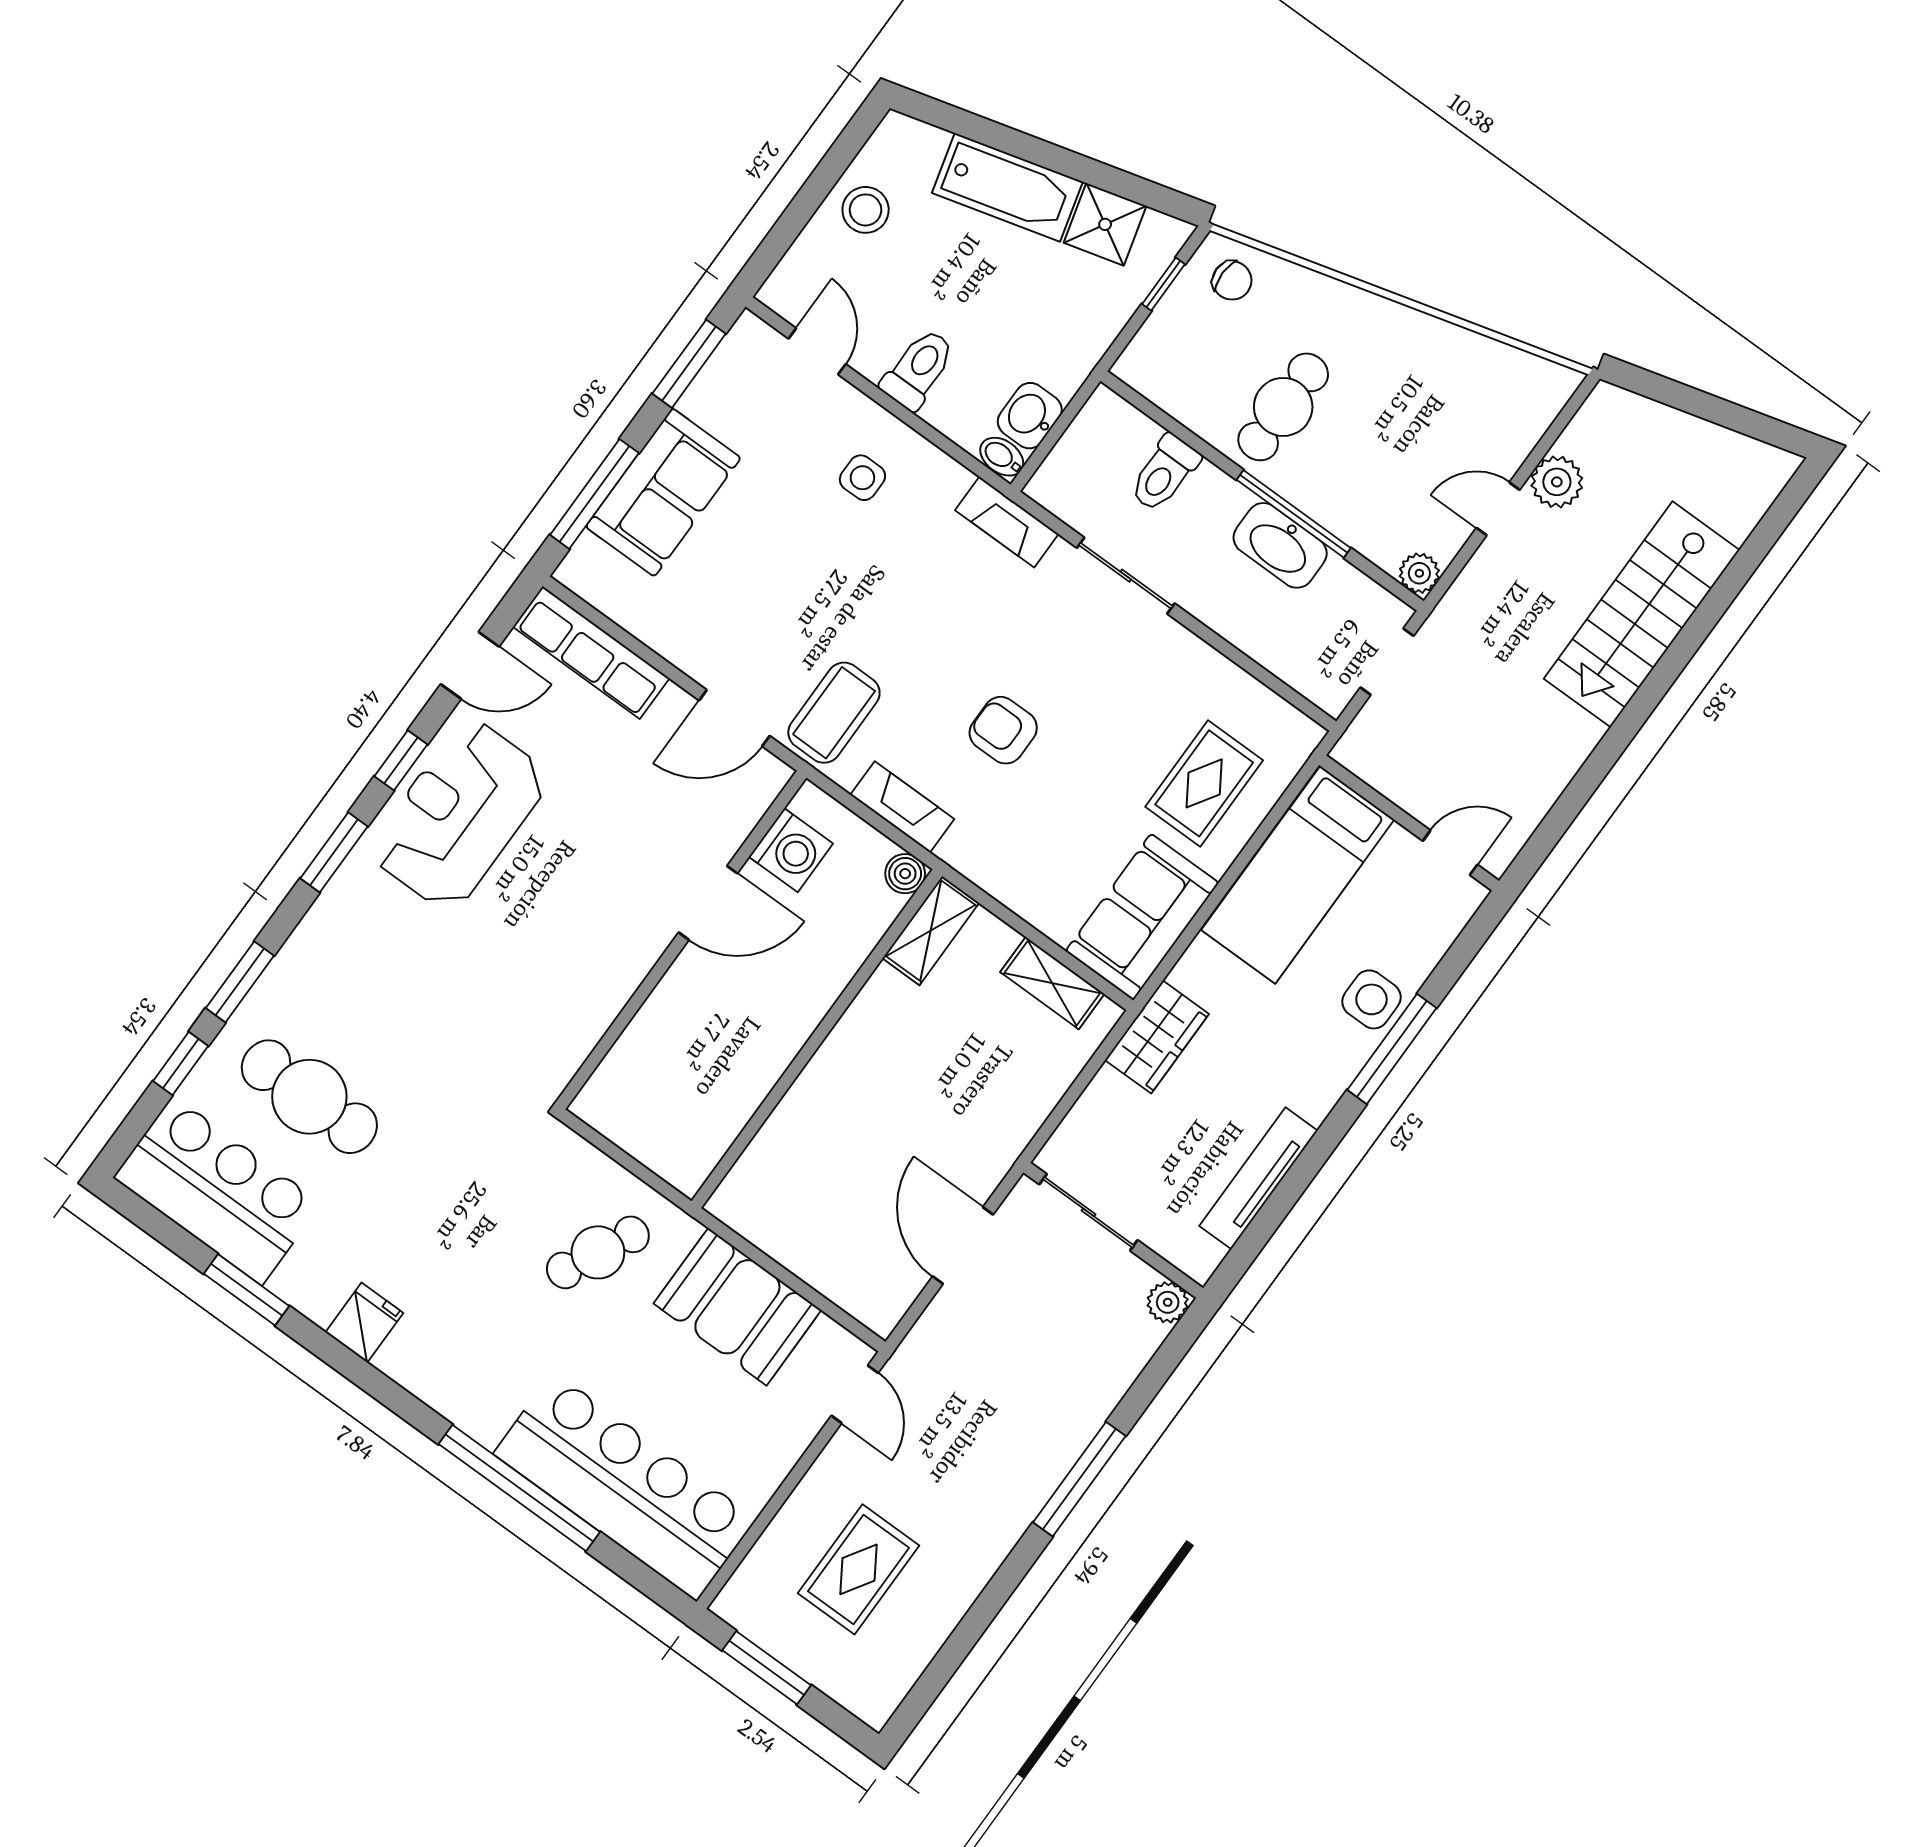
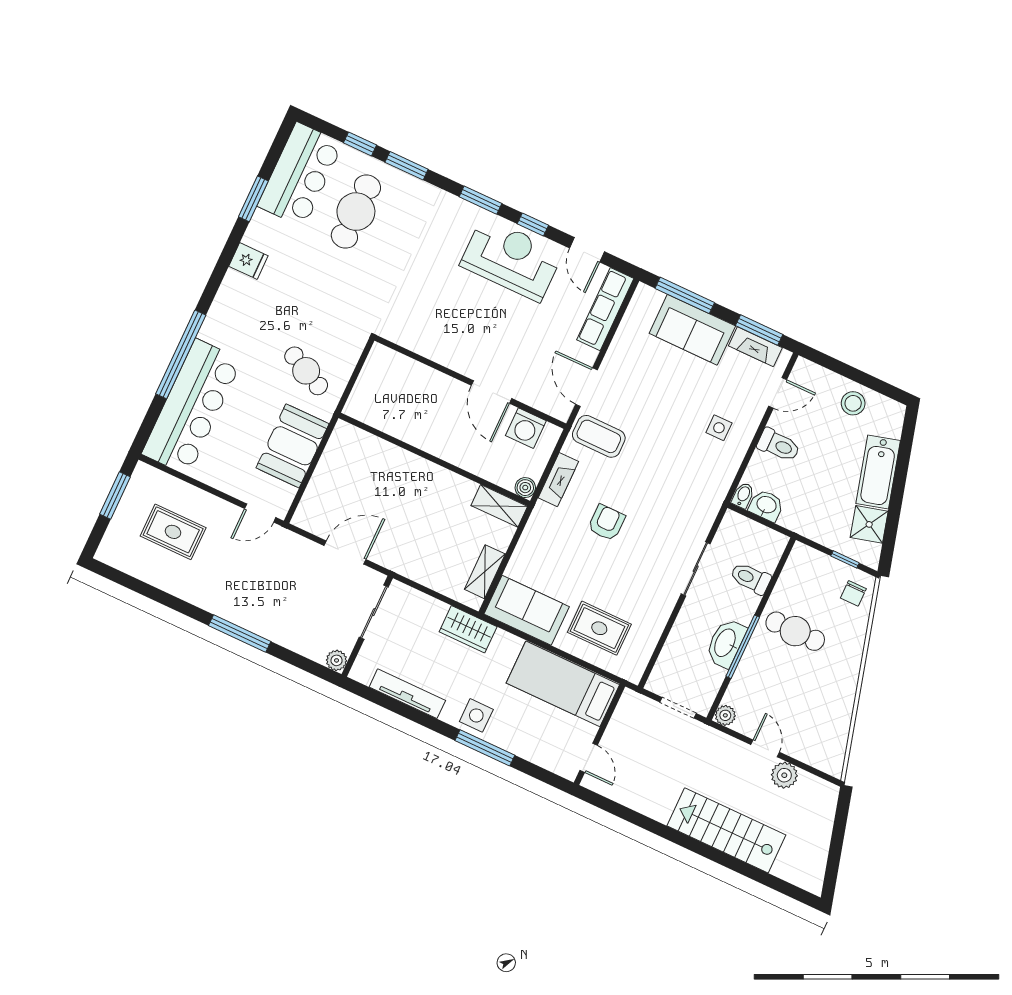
fireplace: (1007, 522) -> (755, 347), moved, turned -90
side table: (1371, 999) -> (476, 715), moved

